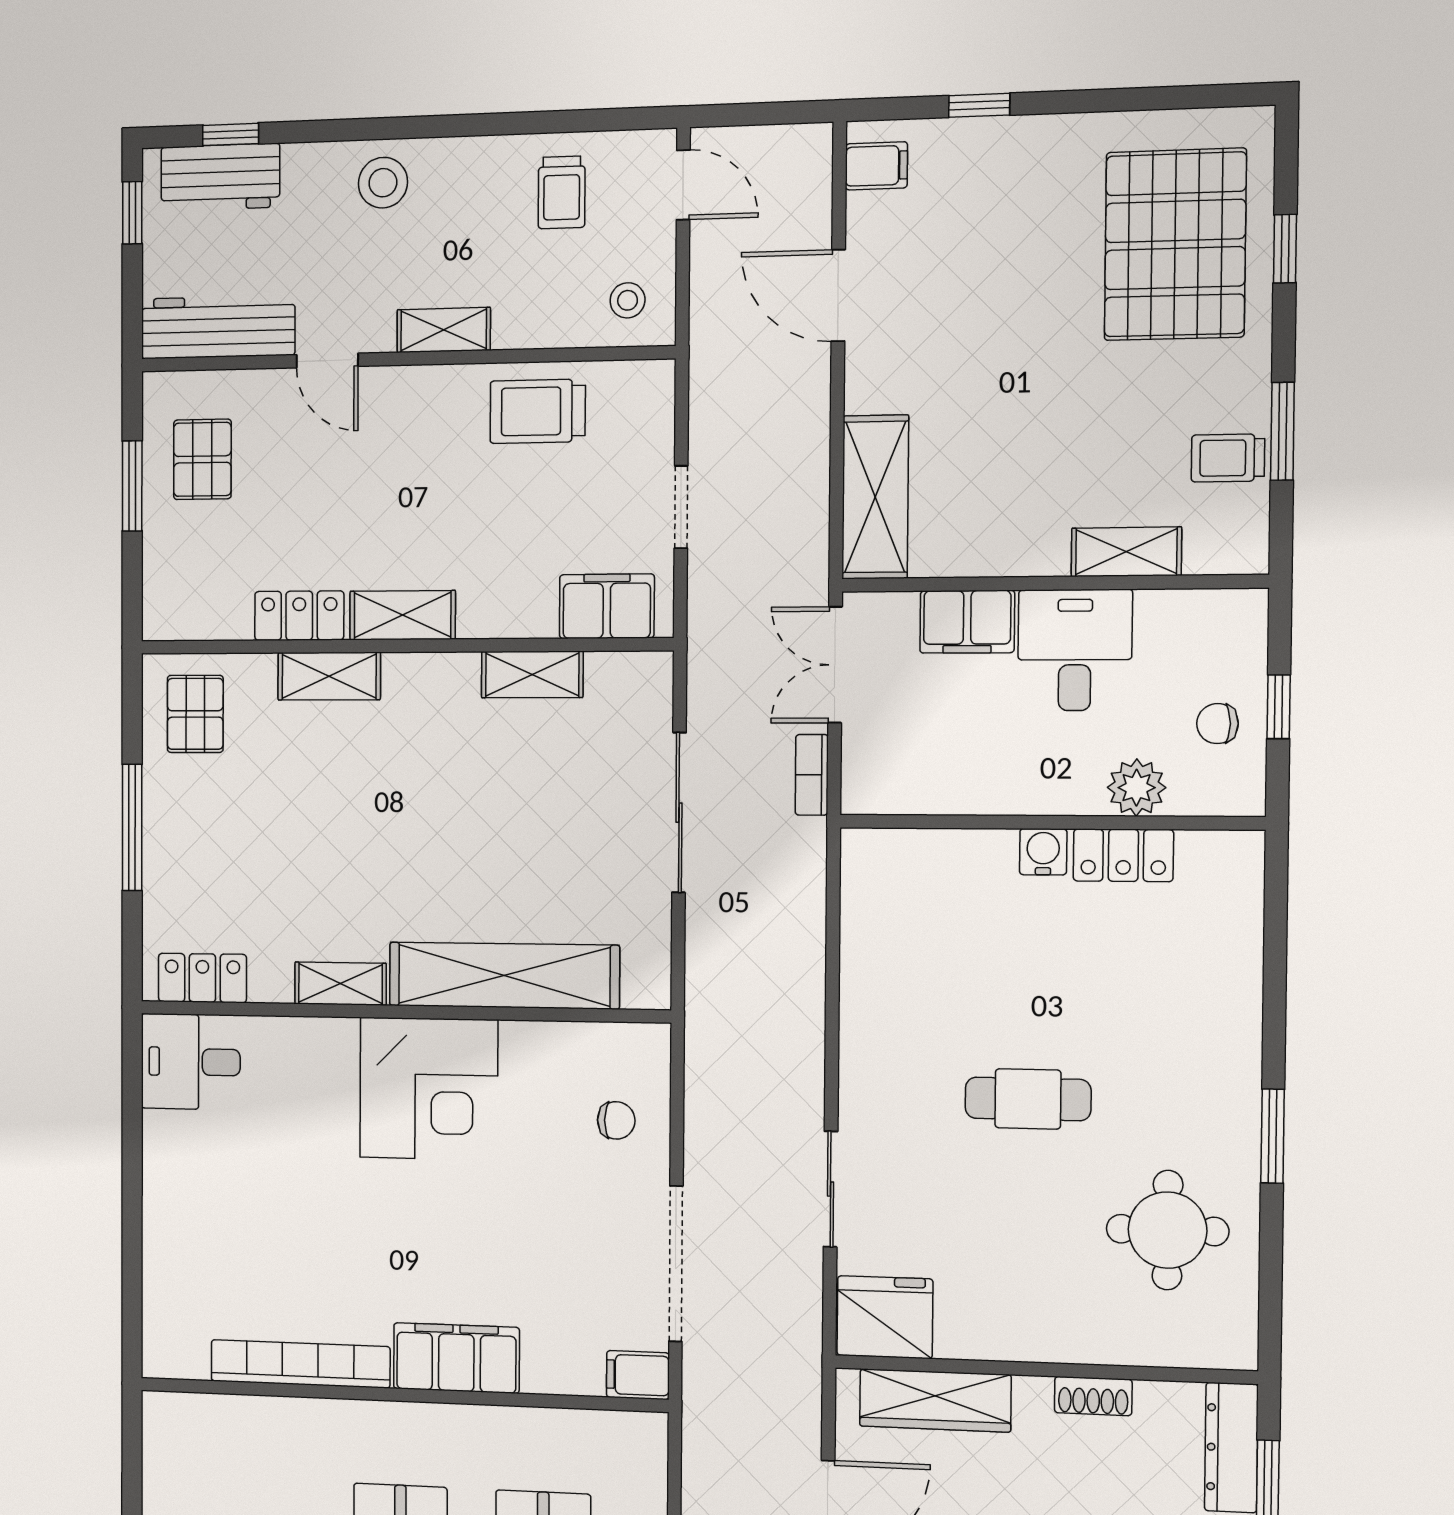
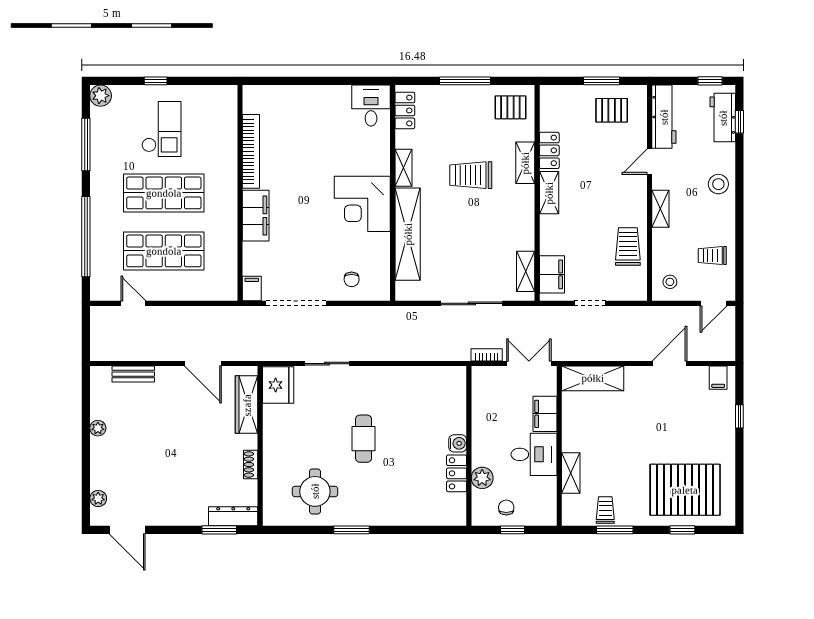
shelving: (532, 674) -> (526, 271), moved
trolley: (359, 814) -> (471, 175), added

